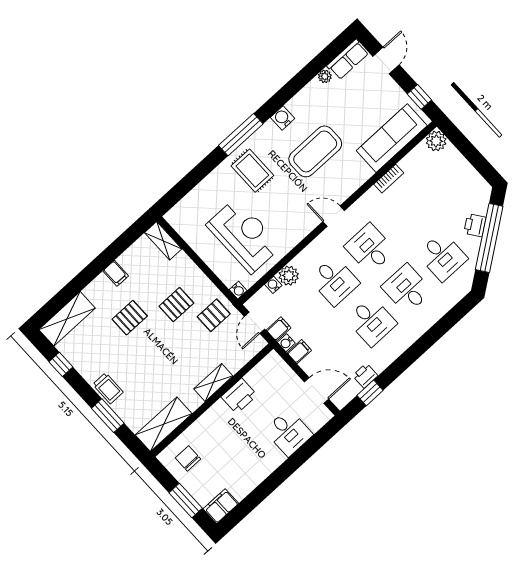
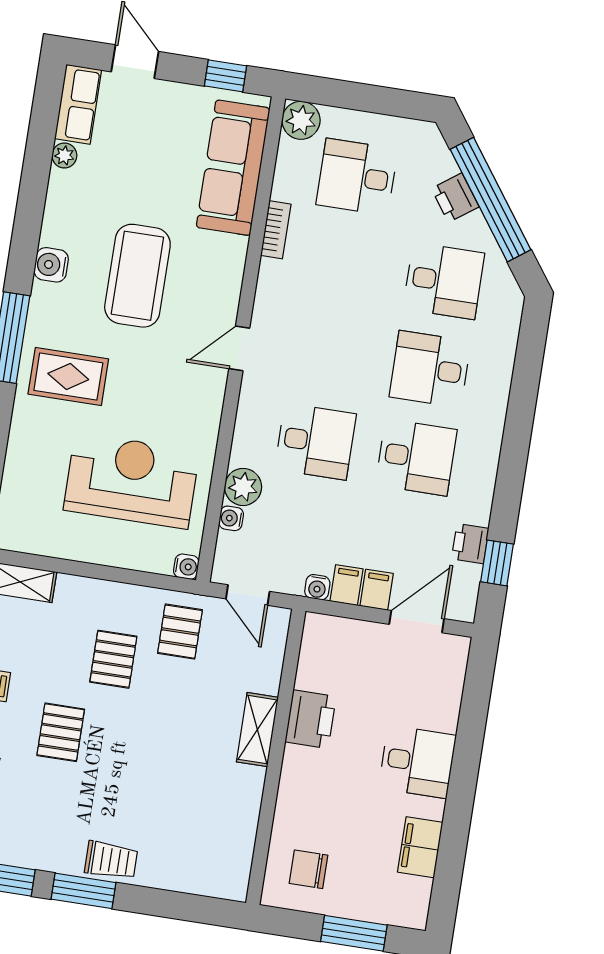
desk: (370, 248) -> (357, 177), moved
filing cabinet: (279, 329) -> (377, 590), moved
window: (108, 416) -> (84, 891), moved
shelving: (164, 424) -> (234, 848), removed
desk: (289, 433) -> (417, 762), moved
filing cabinet: (221, 506) -> (420, 847), moved

